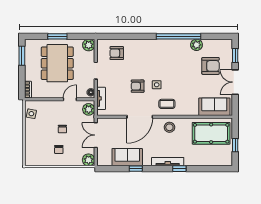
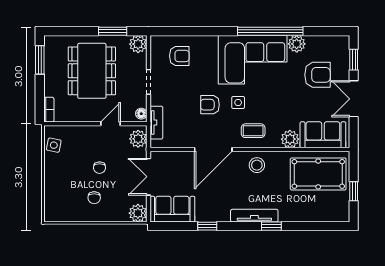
window: (57, 36) -> (113, 31), moved
armchair: (117, 53) -> (179, 56), turned 180
corner sofa: (167, 56) -> (253, 60), added
plant: (192, 110) -> (290, 139), added
sofa: (127, 157) -> (172, 209), moved

